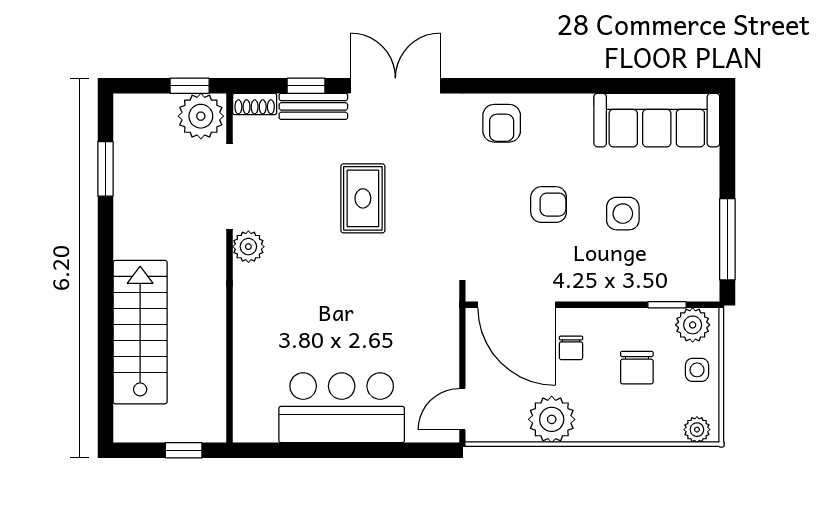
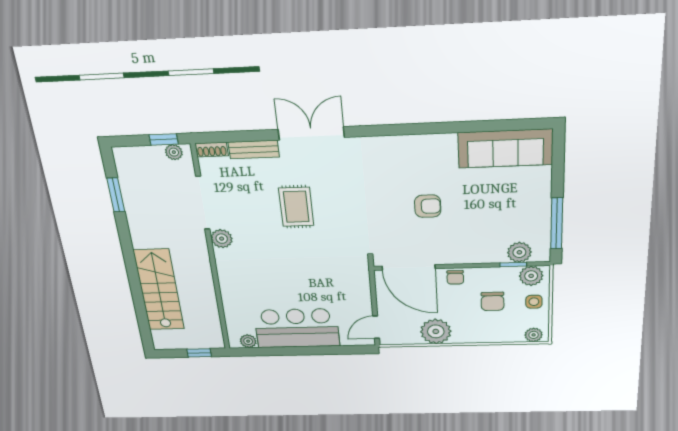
window: (306, 86) -> (247, 136), removed
plant: (201, 116) -> (174, 152), width x0.53, depth x0.53
armchair: (502, 123) -> (391, 155), removed
side table: (623, 214) -> (481, 210), removed
plant: (676, 285) -> (519, 252), added
chair: (571, 348) -> (455, 277), moved
plant: (264, 430) -> (248, 341), added

